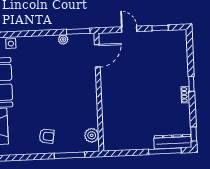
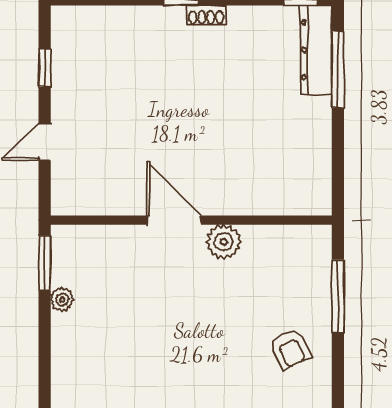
door: (97, 56) -> (174, 220), moved
plant: (92, 135) -> (224, 242), moved
armchair: (47, 136) -> (290, 349), turned 146

